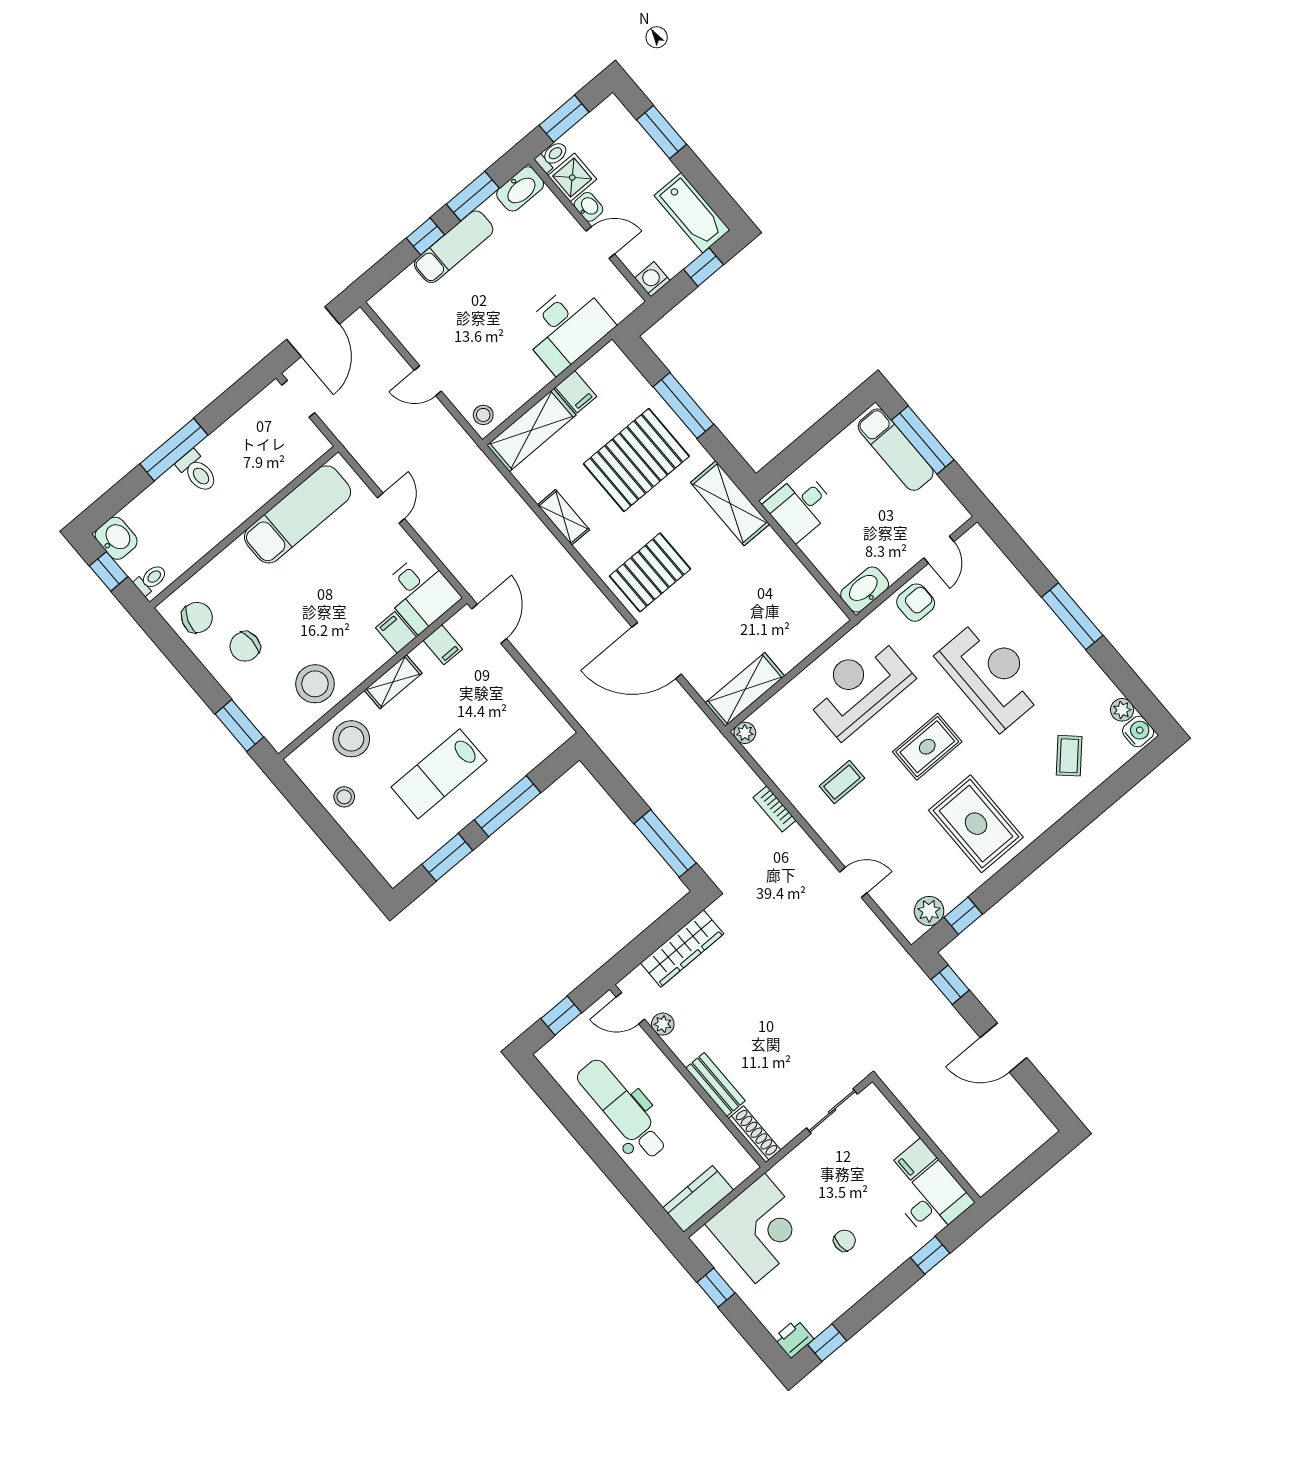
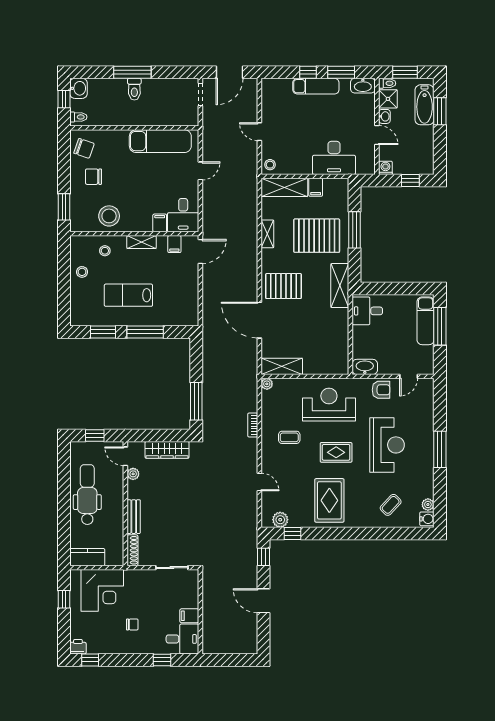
bathtub: (692, 213) -> (425, 105), moved
stool: (351, 739) -> (105, 251), width x0.53, depth x0.53

